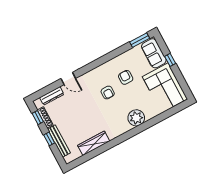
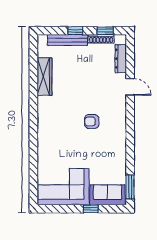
armchair: (126, 77) -> (98, 150), removed
door: (68, 78) -> (130, 87), swing flipped
plant: (136, 118) -> (47, 138), removed

